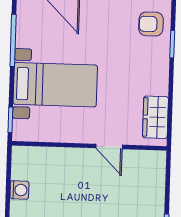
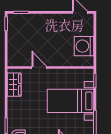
washing machine: (19, 190) -> (84, 46), width x1.89, depth x1.89

